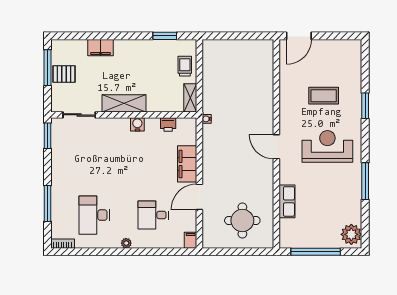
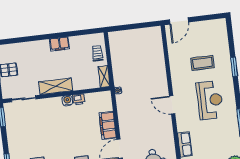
window: (165, 36) -> (80, 33), removed
filing cabinet: (101, 48) -> (59, 44), moved
printer: (168, 125) -> (79, 99), moved
reception desk: (327, 146) -> (210, 100), turned 90

